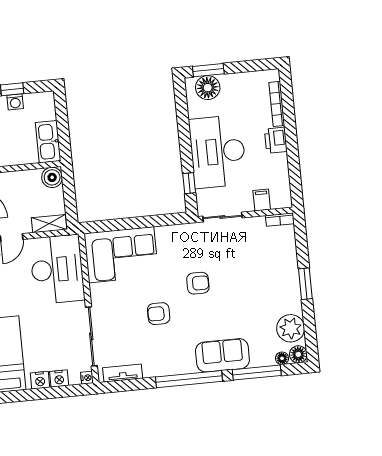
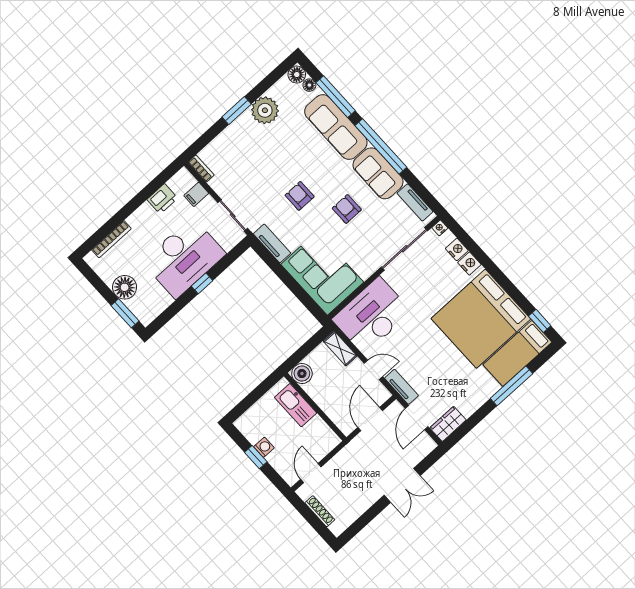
floor lamp: (208, 88) -> (125, 287), moved
printer: (276, 140) -> (162, 199), moved
kitchen sink: (48, 142) -> (296, 405), moved, turned 90
window: (189, 183) -> (202, 283), moved
tv unit: (176, 232) -> (272, 243), added
armchair: (159, 314) -> (347, 209), turned 180
plant: (291, 328) -> (265, 110), moved
sofa: (222, 355) -> (336, 127), width x1.36
sofa: (169, 361) -> (378, 173), added

